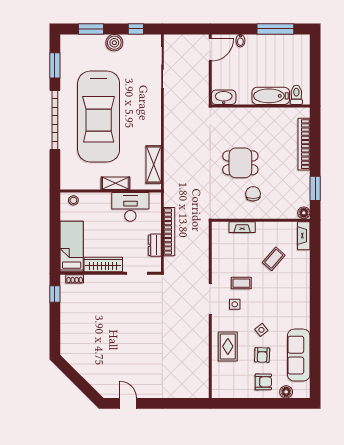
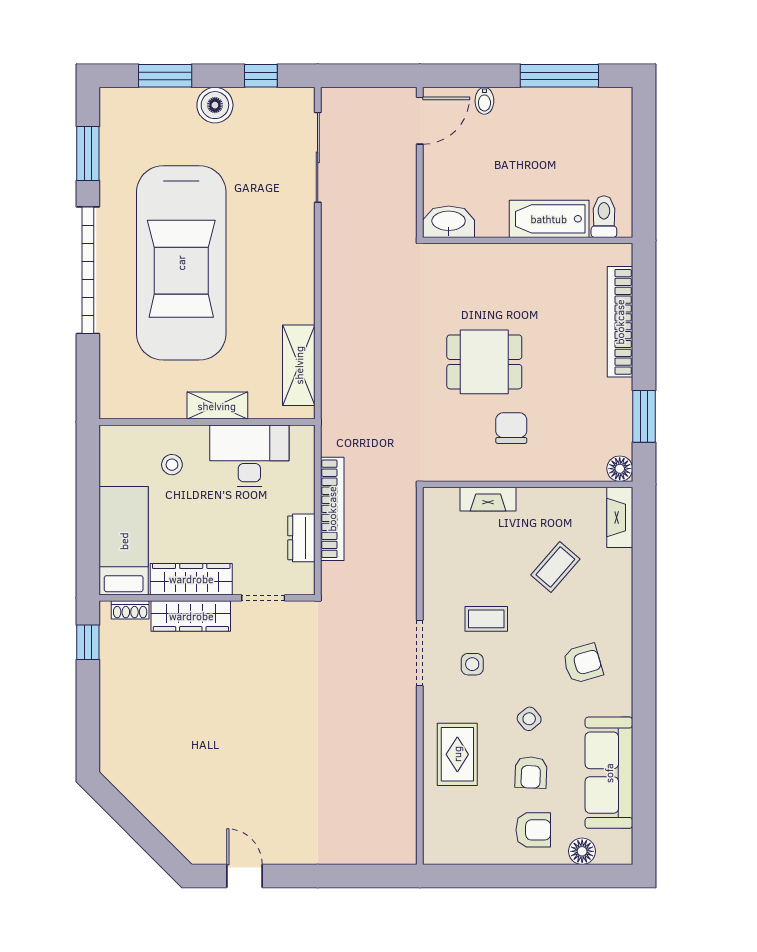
stool: (73, 200) -> (172, 465), moved
wardrobe: (103, 282) -> (191, 616), added
armchair: (286, 304) -> (583, 663), added

